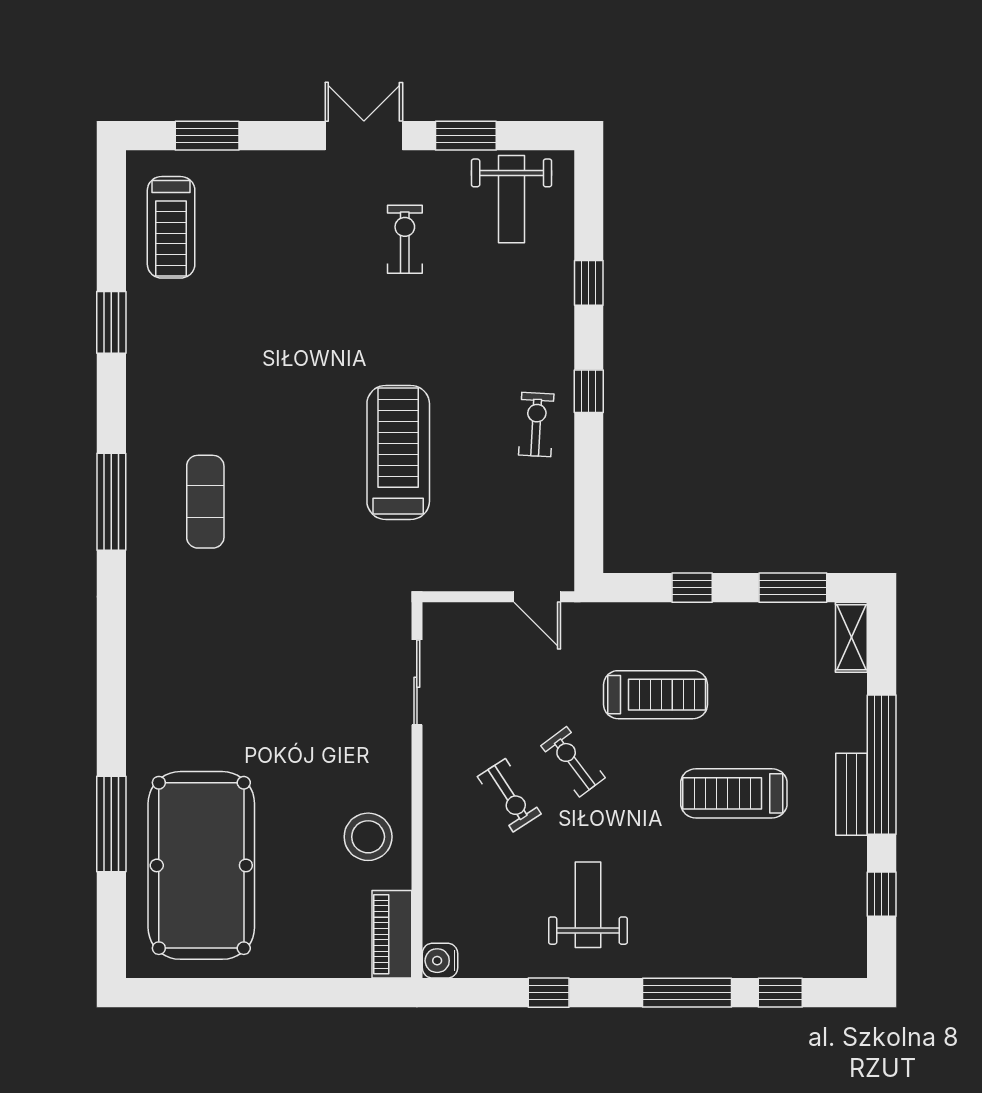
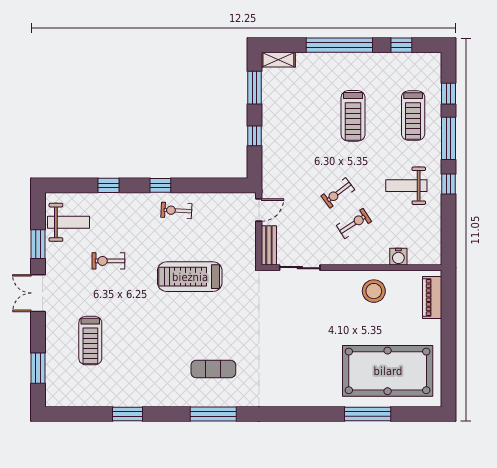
treadmill: (171, 227) -> (90, 341), moved, turned 90
exercise bike: (405, 239) -> (108, 261), moved
treadmill: (656, 695) -> (413, 116), moved, turned 180
bench: (852, 794) -> (269, 245), moved, turned 90
piano: (392, 934) -> (432, 297), moved, turned 90
water cooler: (440, 961) -> (398, 257), moved
window: (549, 993) -> (448, 184), moved

